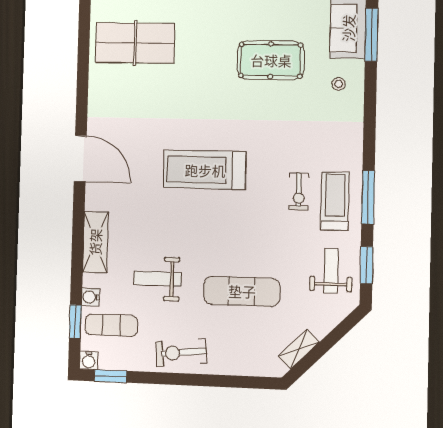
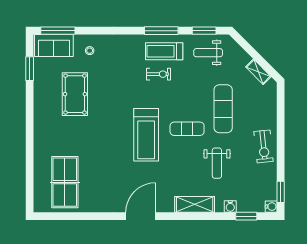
exercise mat: (111, 325) -> (187, 129), moved, turned 90

